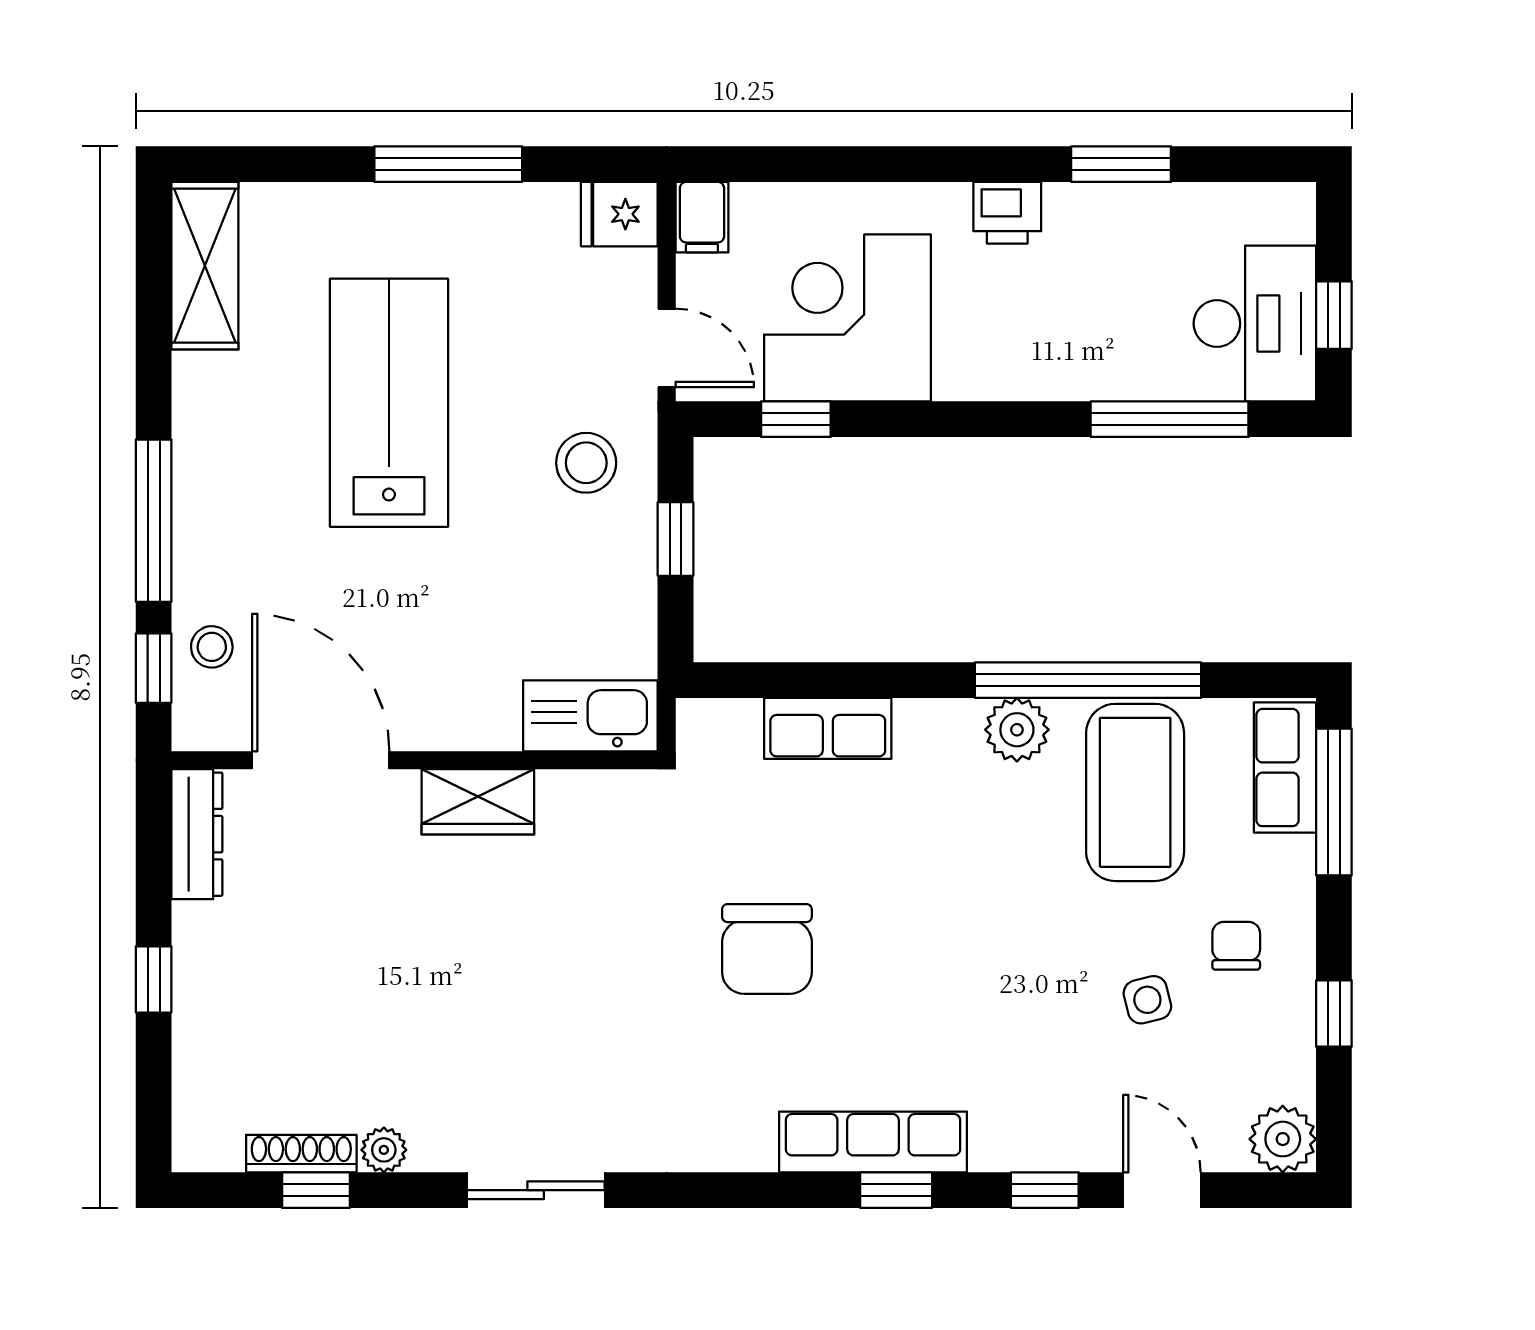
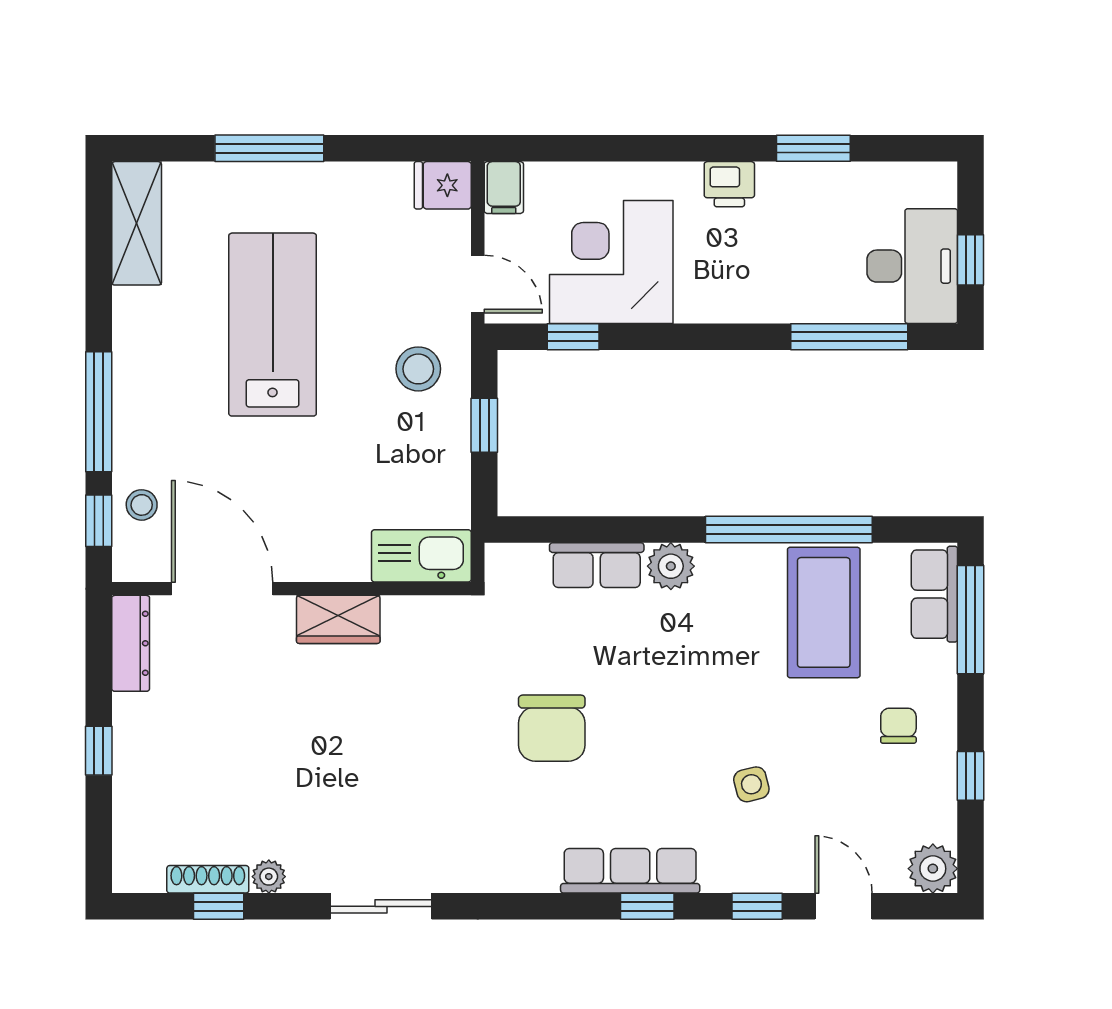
window: (448, 164) -> (269, 148), moved
plant: (1017, 730) -> (671, 566), moved
side table: (1147, 1000) -> (751, 784), moved

